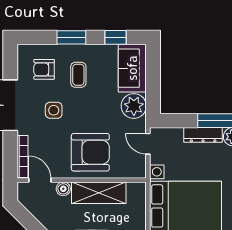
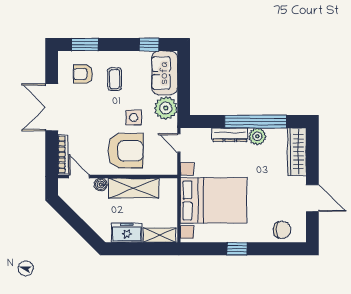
window: (71, 37) -> (85, 45), moved
side table: (54, 110) -> (134, 117), moved

